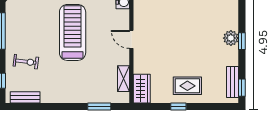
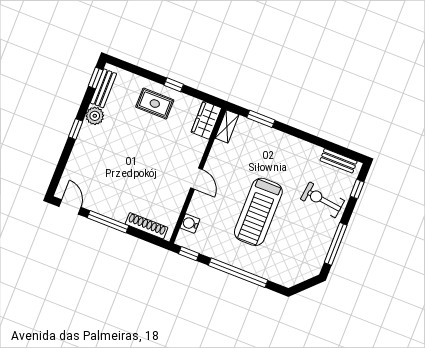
plant: (231, 38) -> (95, 116), moved
exercise bike: (26, 62) -> (322, 200), width x1.38, depth x1.39
shelving: (124, 79) -> (227, 126), moved

